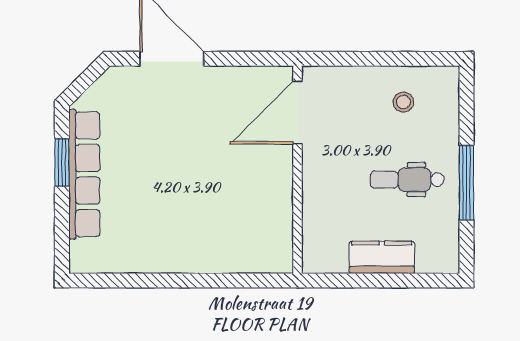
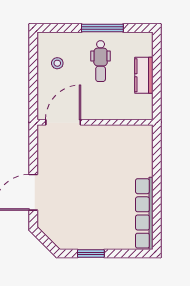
door: (297, 113) -> (63, 122), swing flipped
row of seats: (84, 174) -> (144, 213), moved, turned -90

